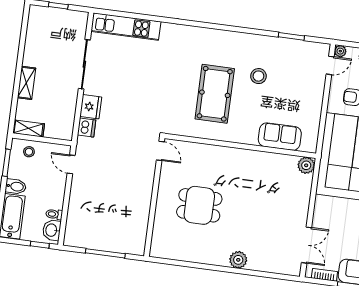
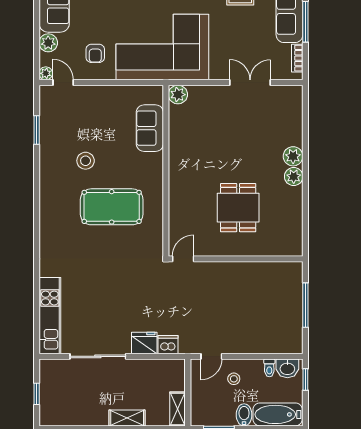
stool: (29, 152) -> (234, 379), moved
double door: (306, 245) -> (250, 83), moved
plant: (220, 258) -> (294, 177), added

